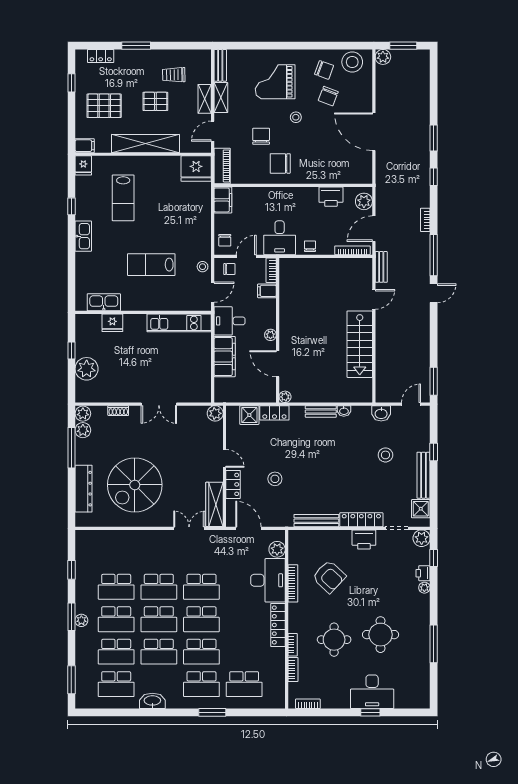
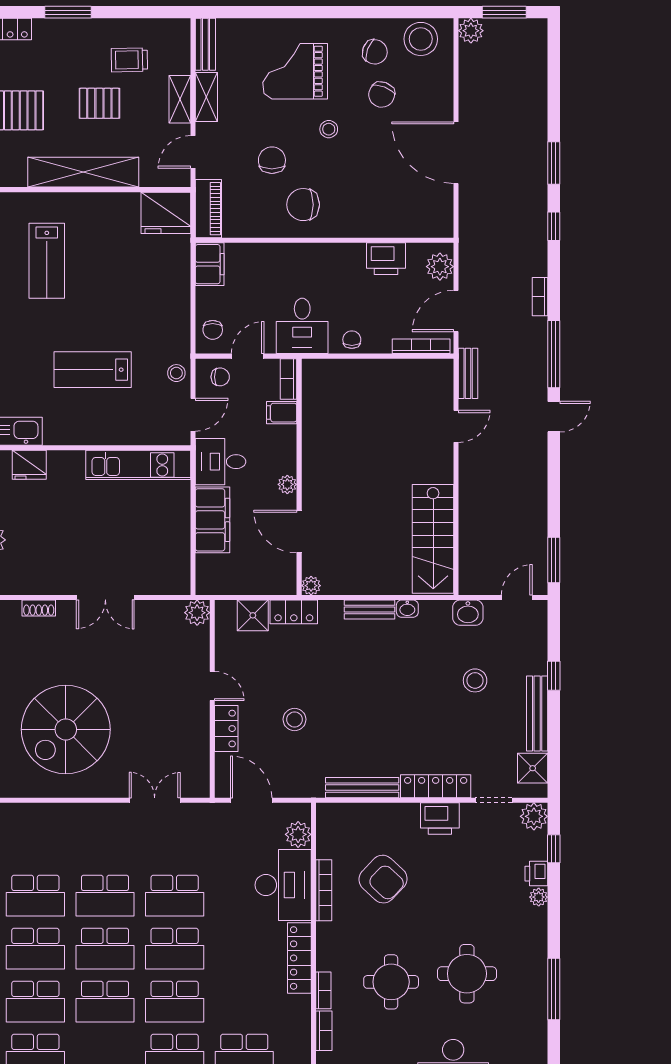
stairs: (360, 344) -> (433, 539), moved
wardrobe: (214, 504) -> (196, 761), removed

